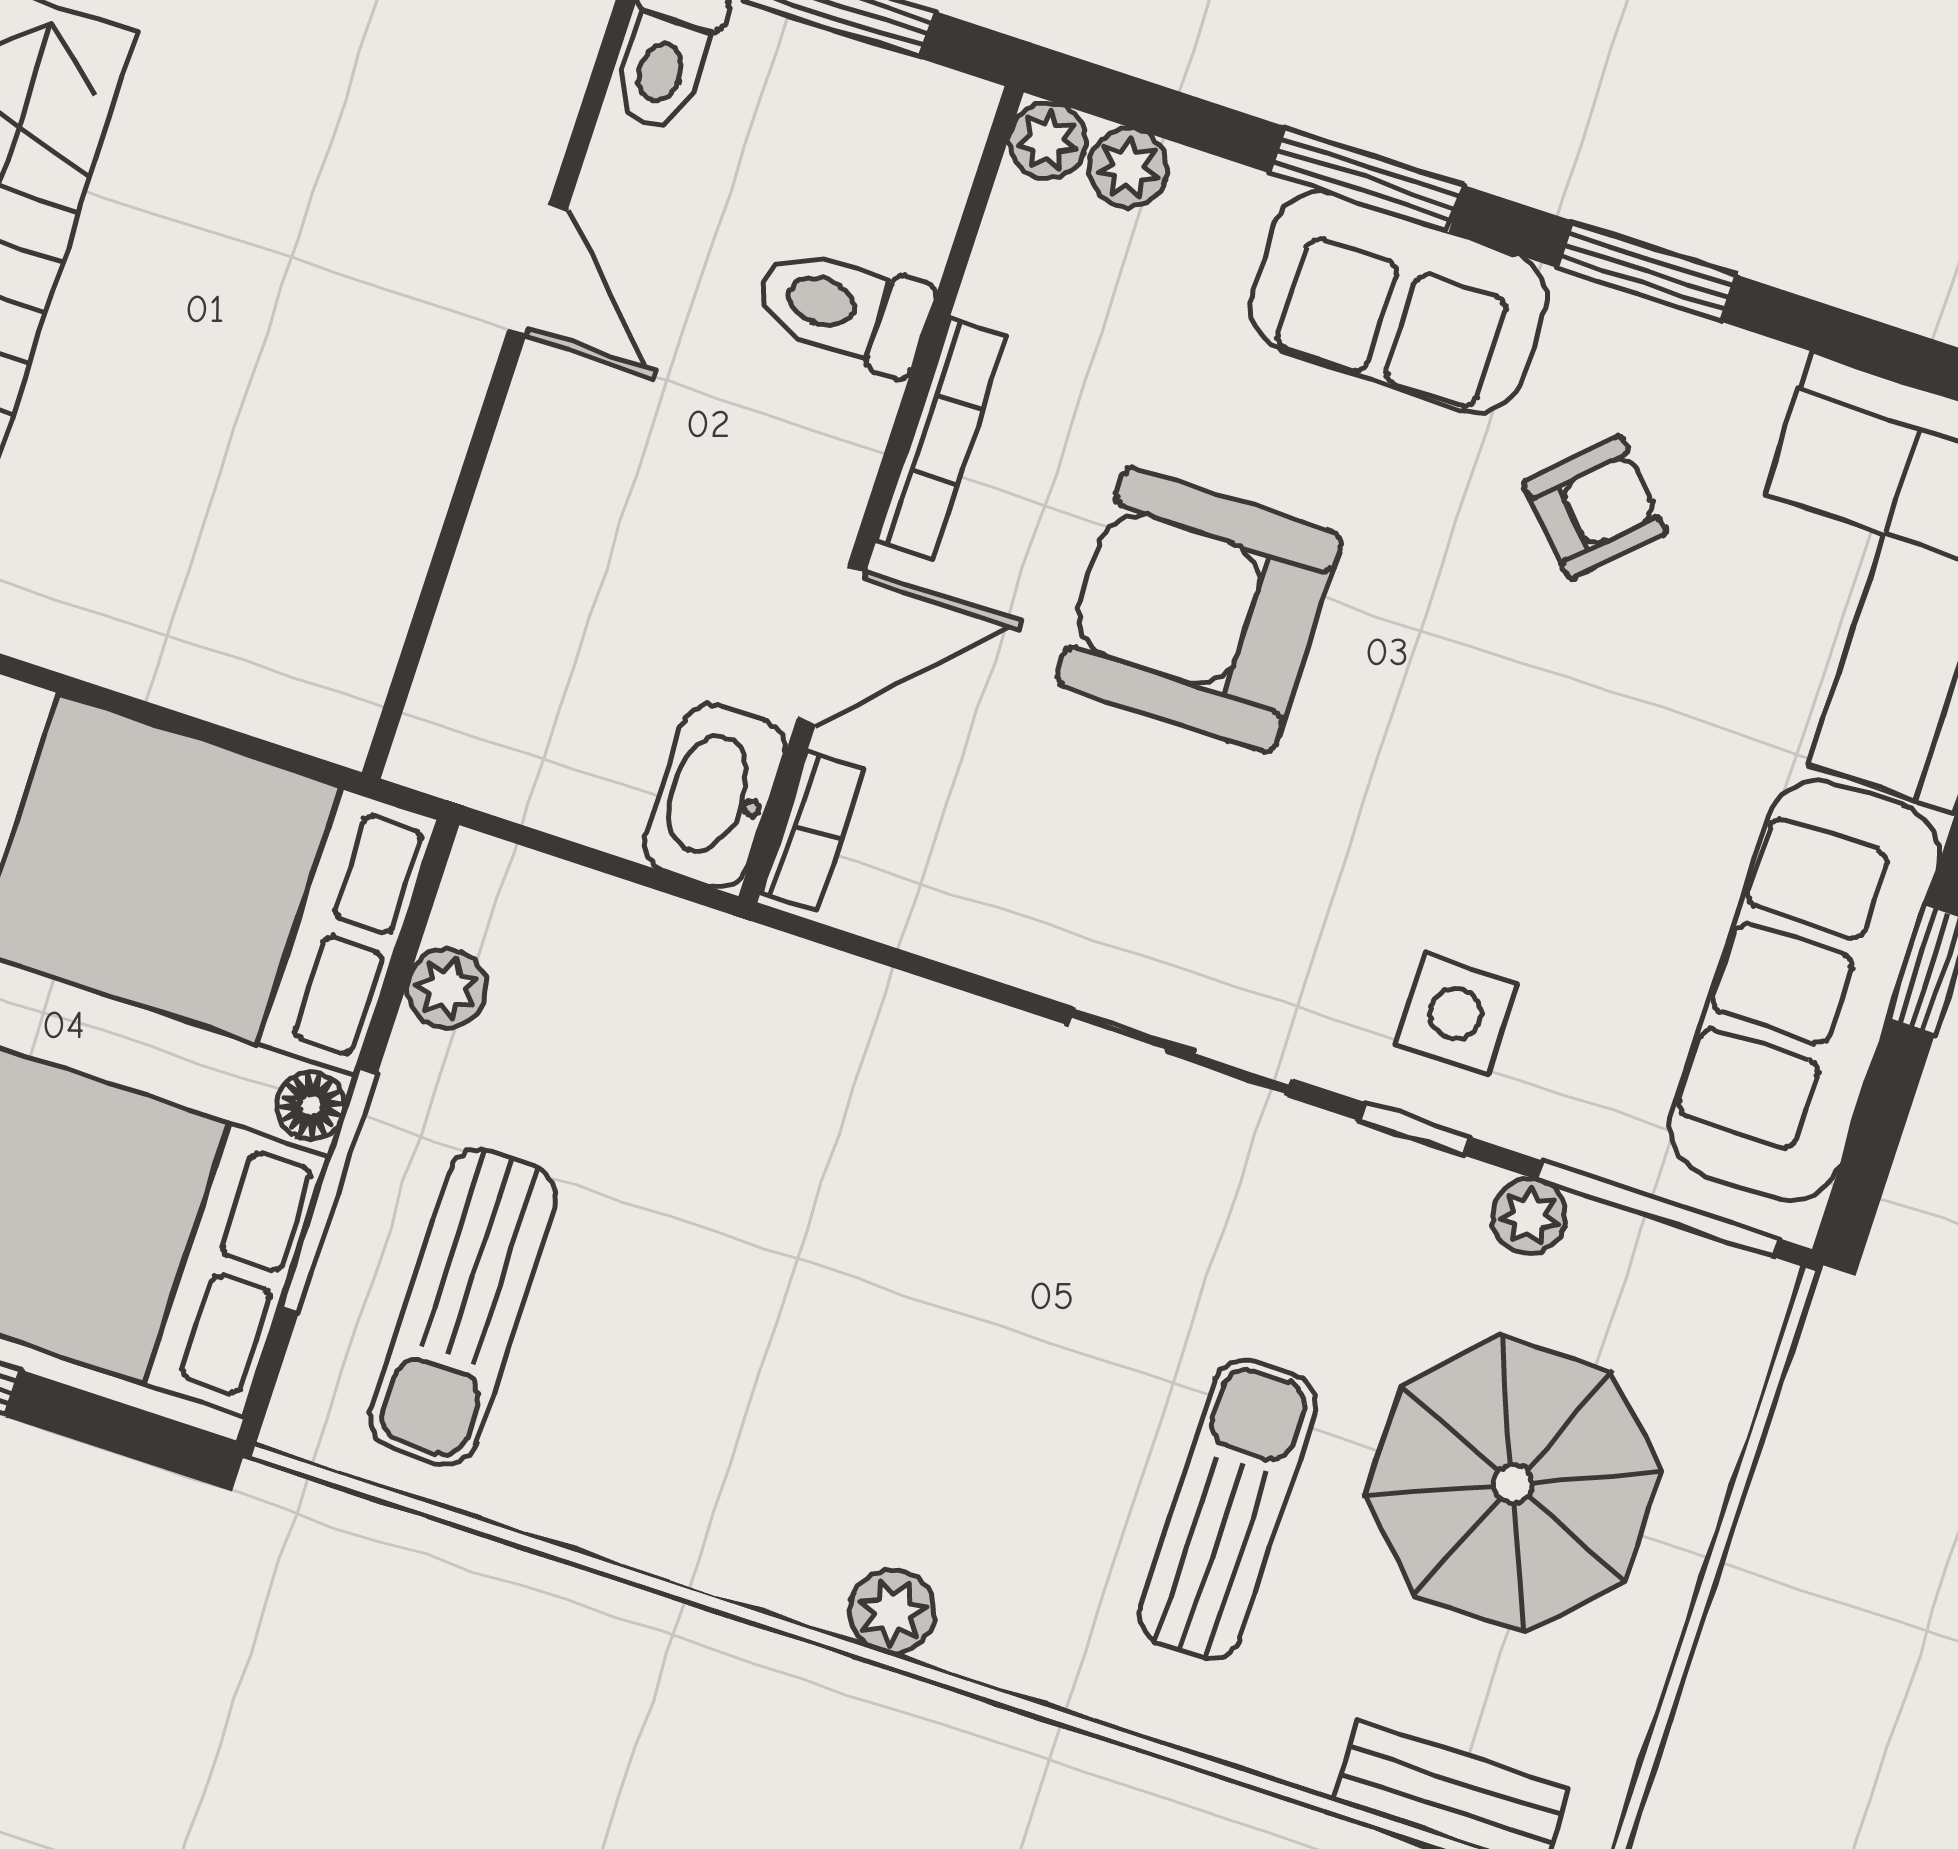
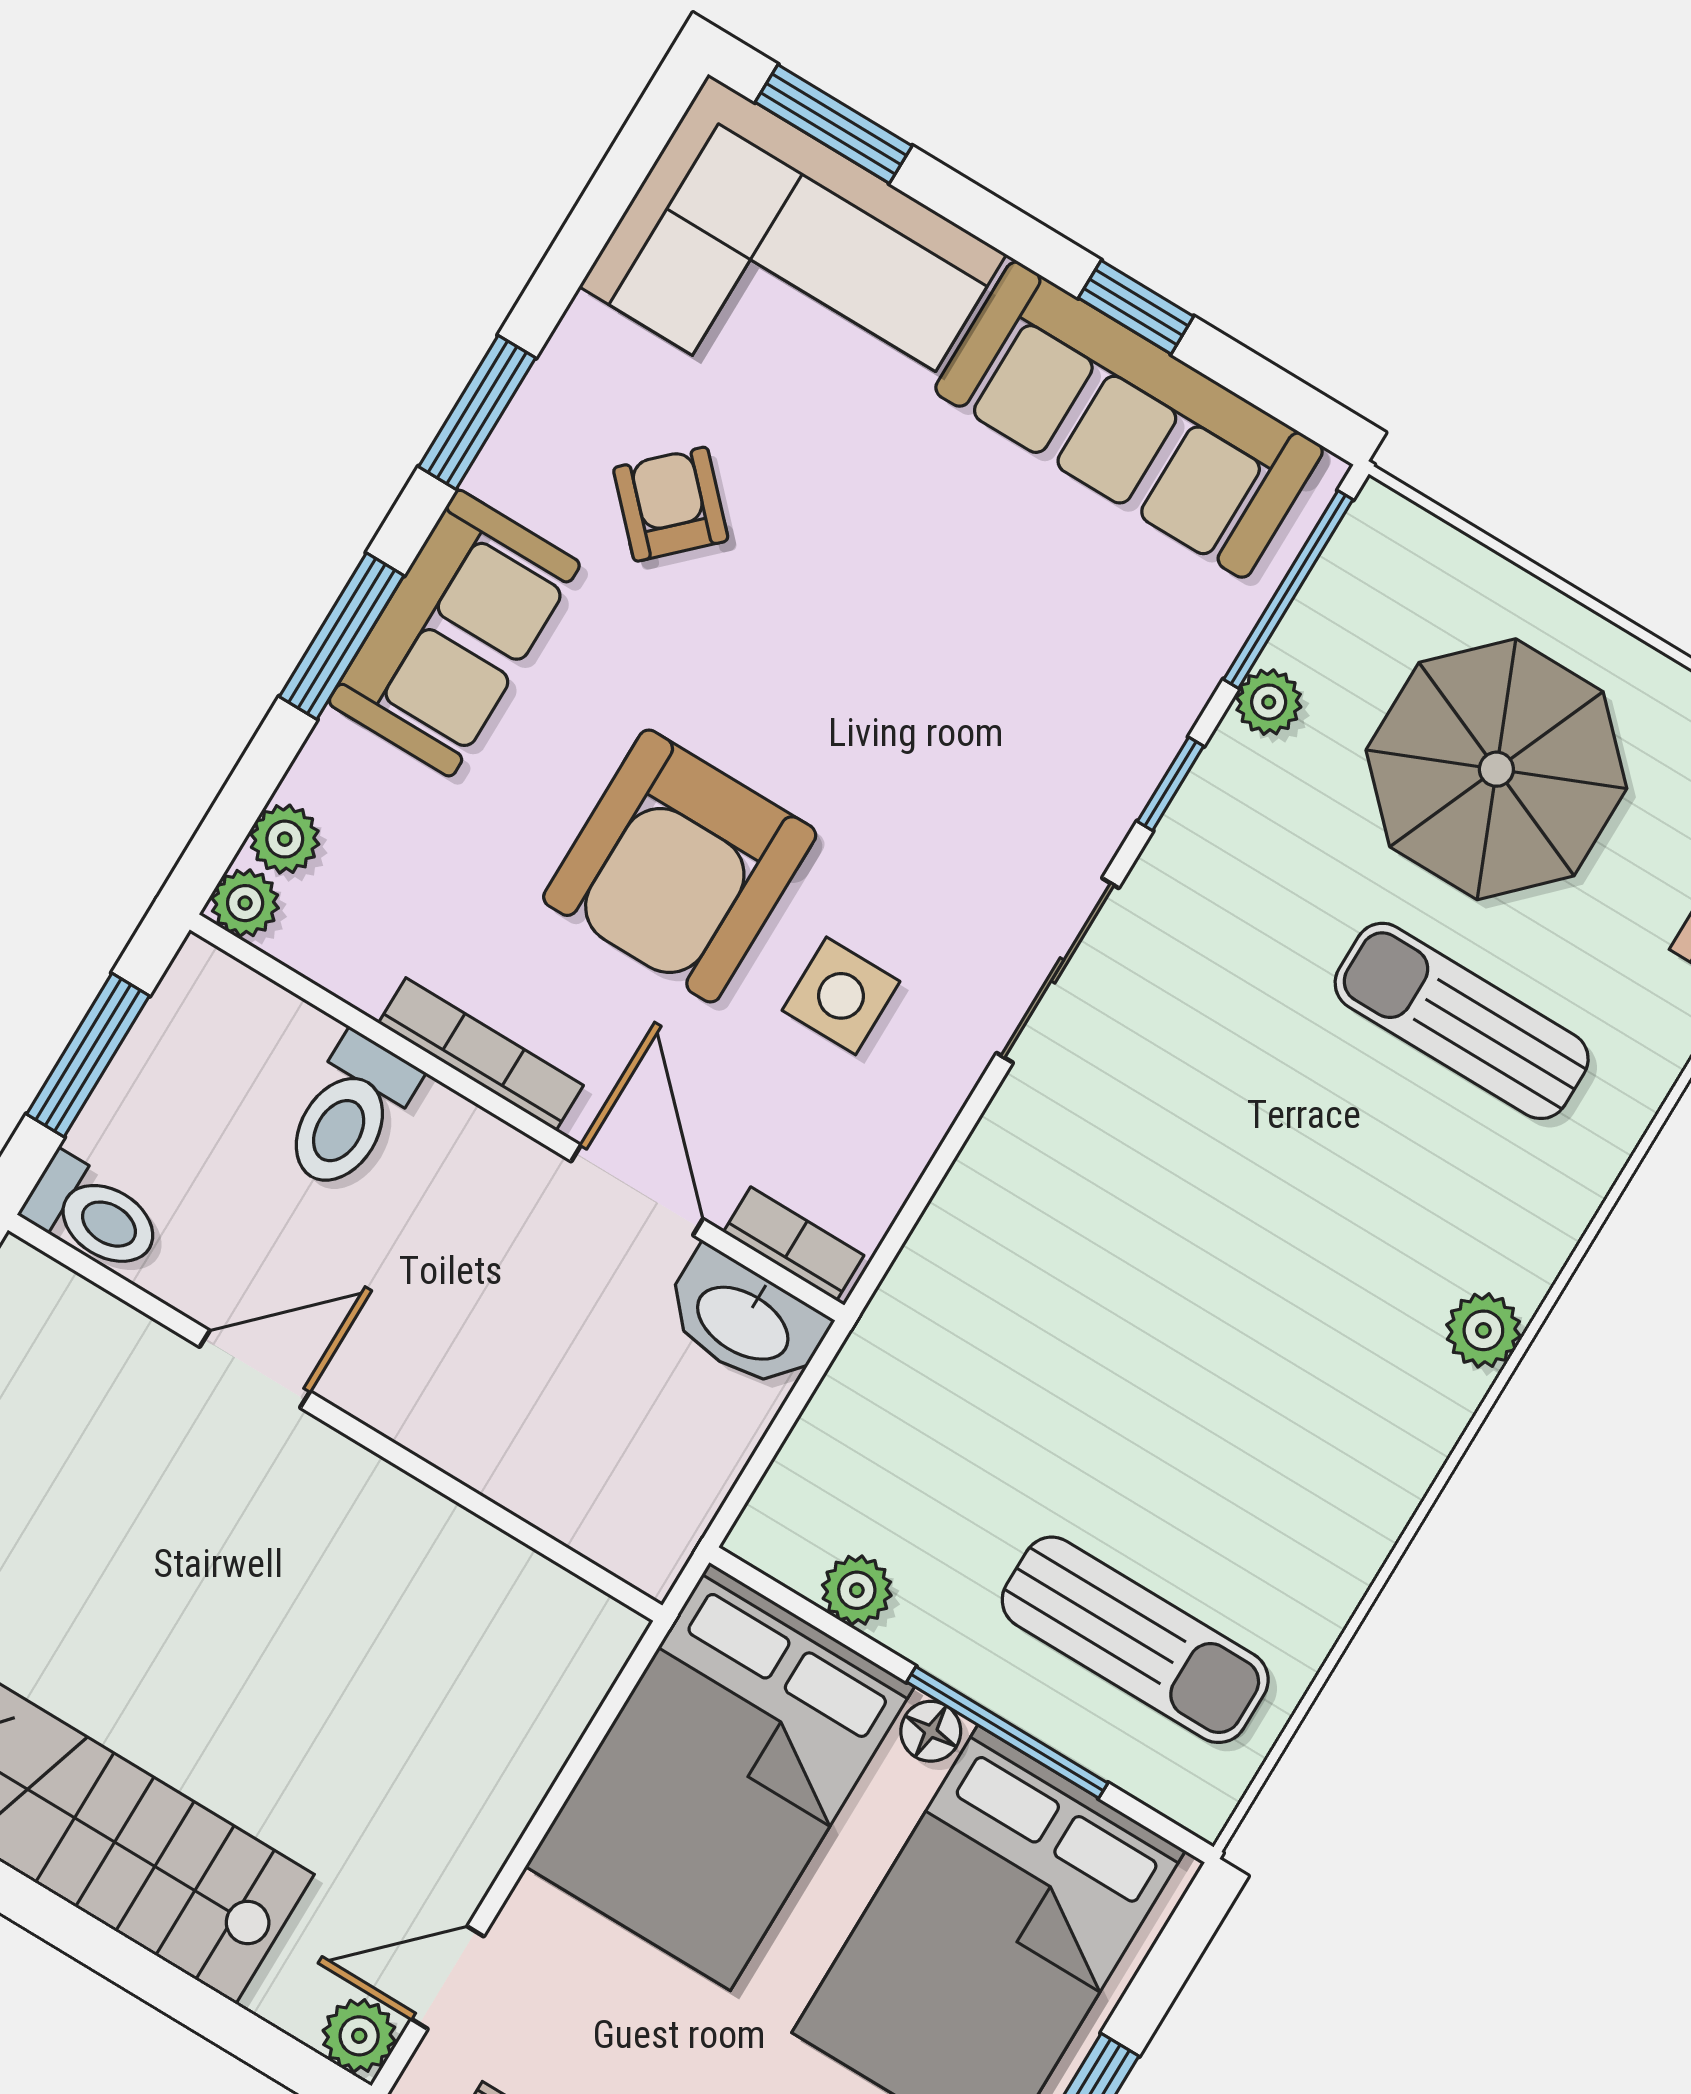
side table: (1456, 1014) -> (841, 996), moved

